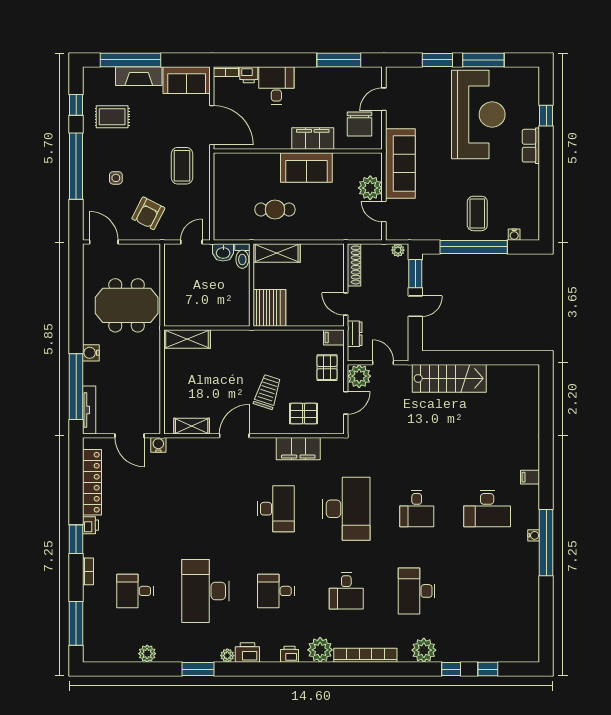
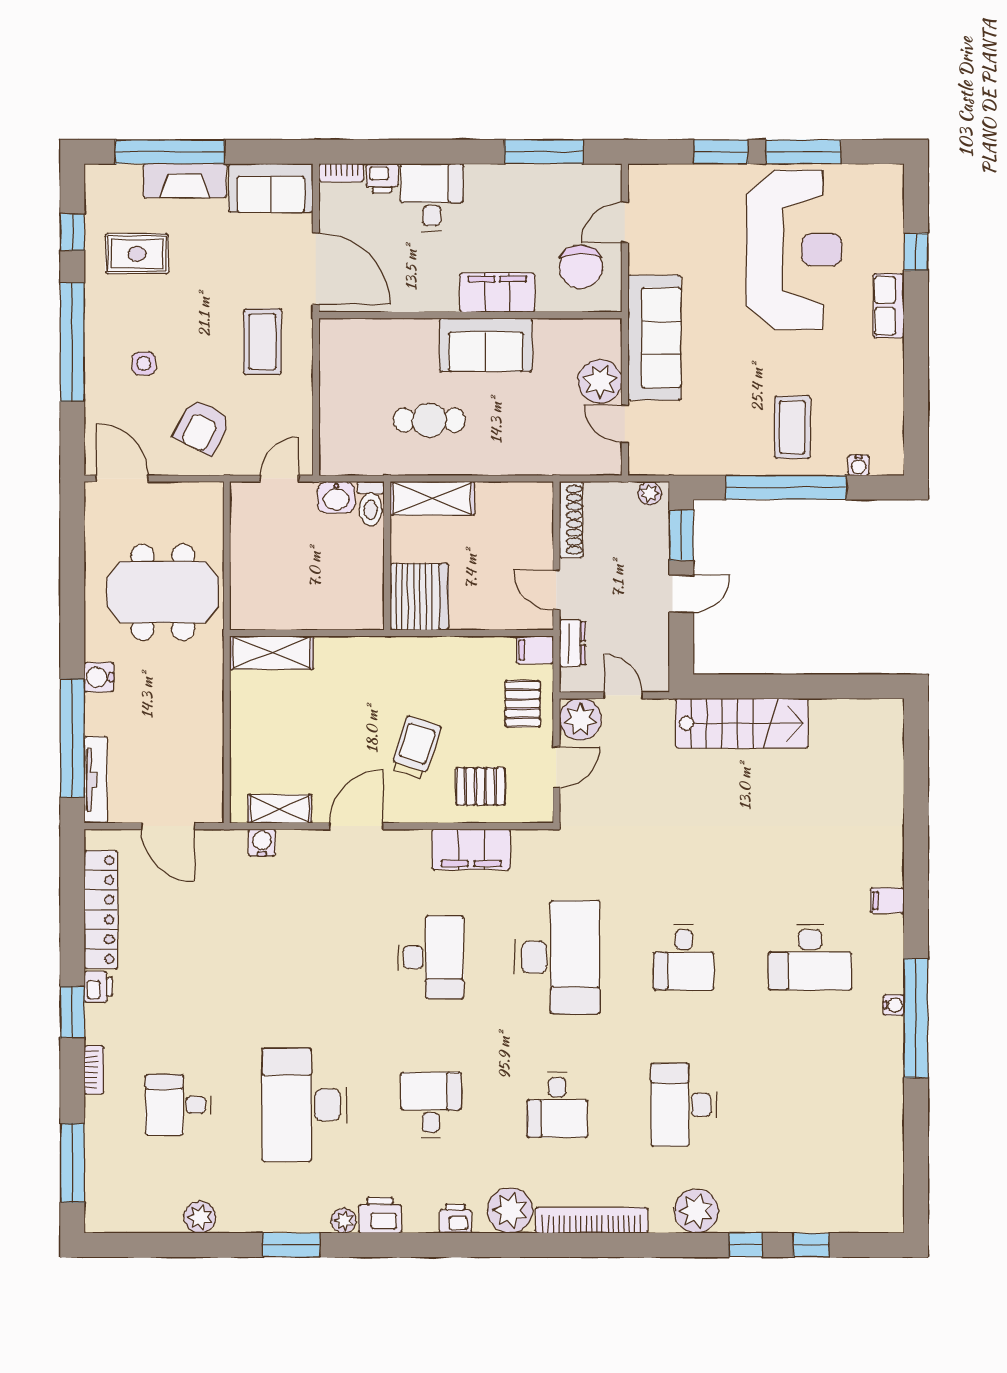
water cooler: (158, 445) -> (262, 843), moved
desk: (276, 591) -> (431, 1105), turned 90

